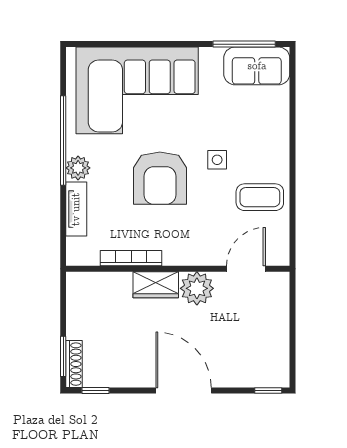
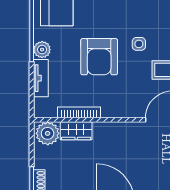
wardrobe: (156, 285) -> (76, 131), moved
plant: (197, 288) -> (48, 133), moved

